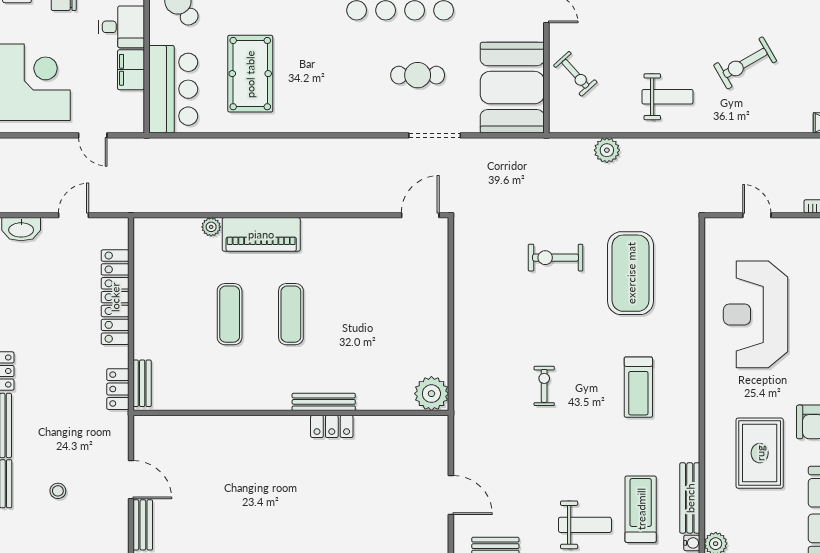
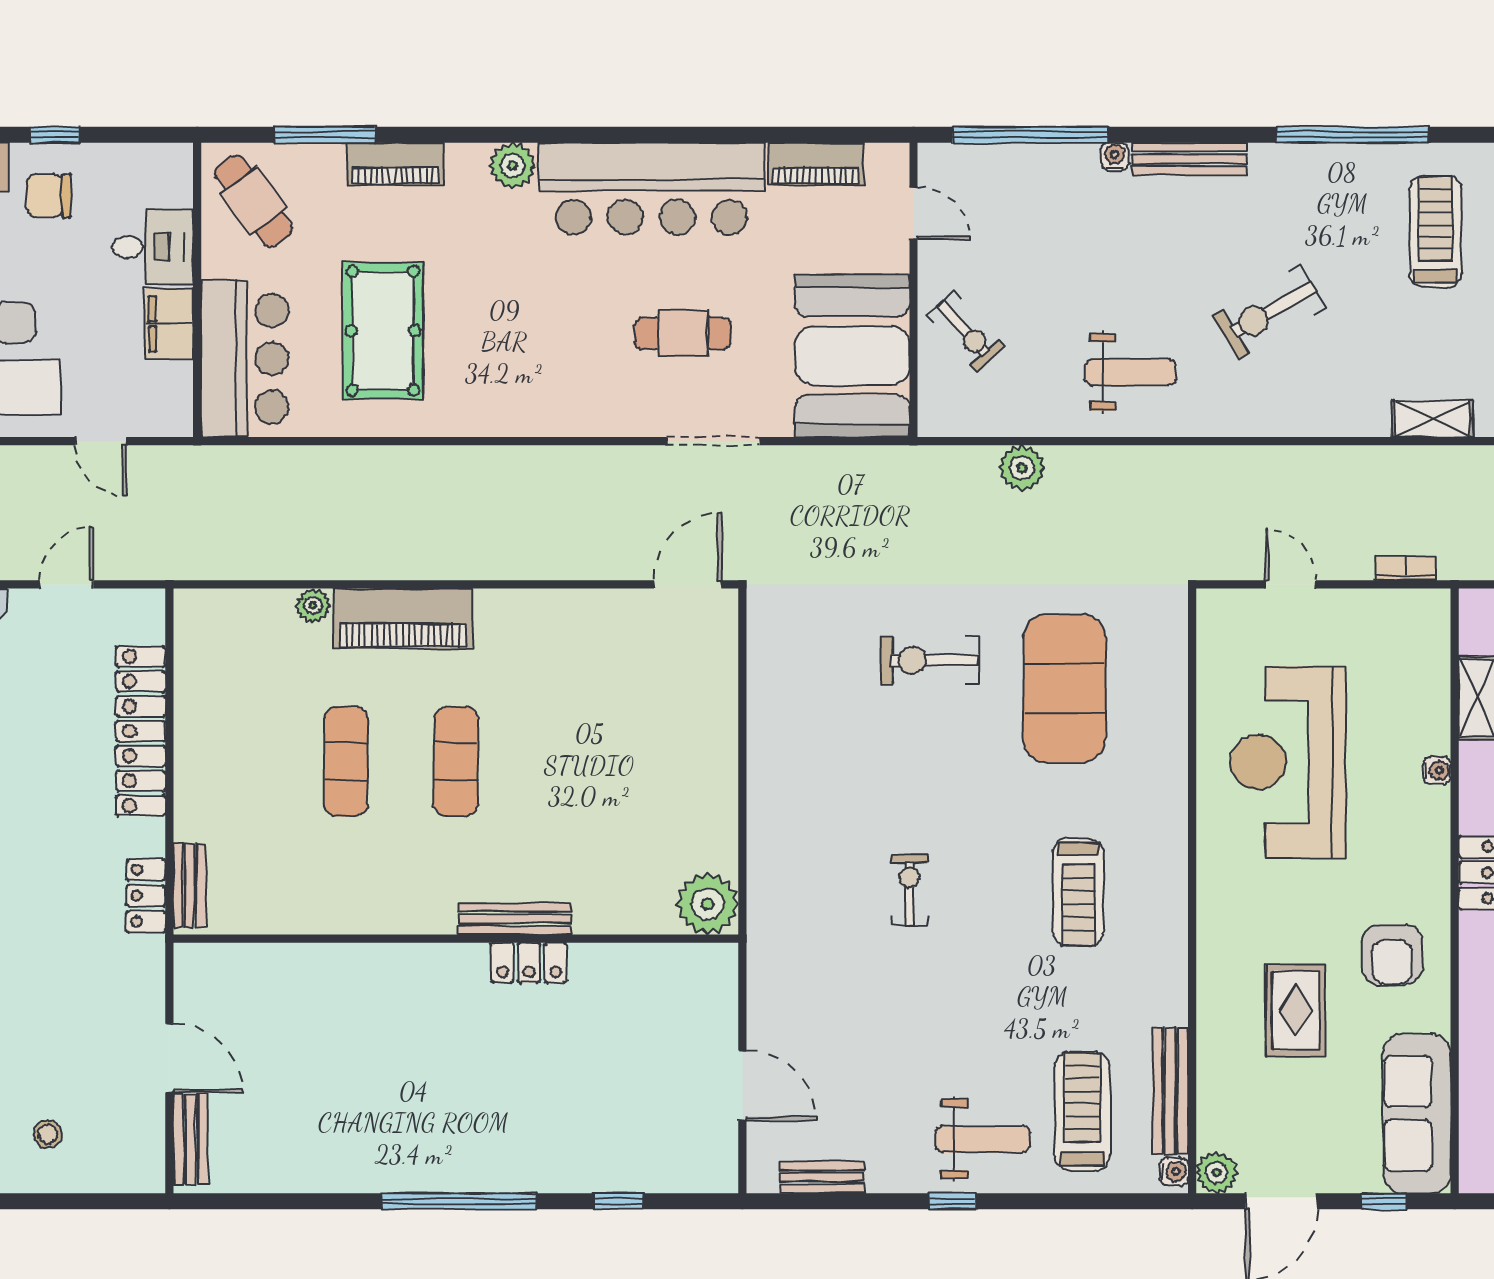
rug: (760, 453) -> (1296, 1010), width x0.73, depth x0.70
stool: (58, 491) -> (48, 1134), moved

